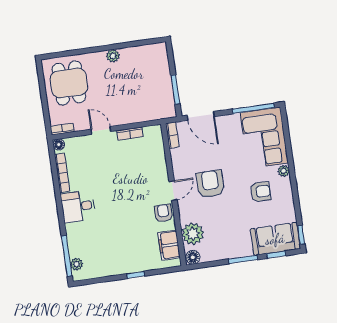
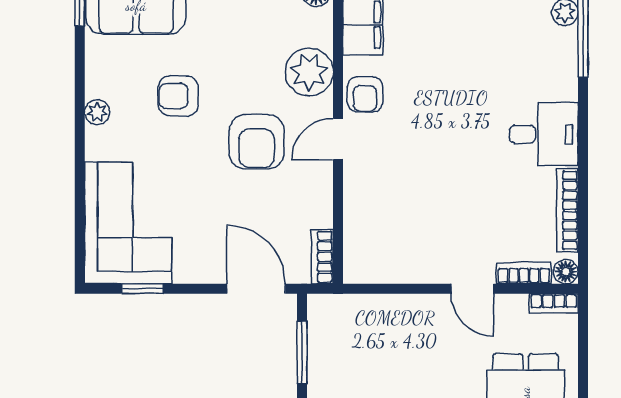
window: (253, 108) -> (142, 289), width x0.46
bookcase: (130, 134) -> (524, 273), moved
plant: (284, 171) -> (97, 112), moved
armchair: (261, 192) -> (178, 96), moved
plant: (193, 234) -> (309, 72), moved

